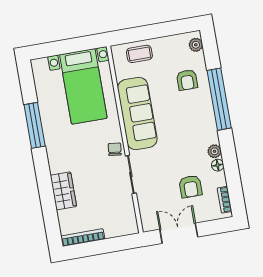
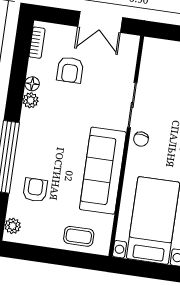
armchair: (191, 186) -> (70, 70), turned 180

